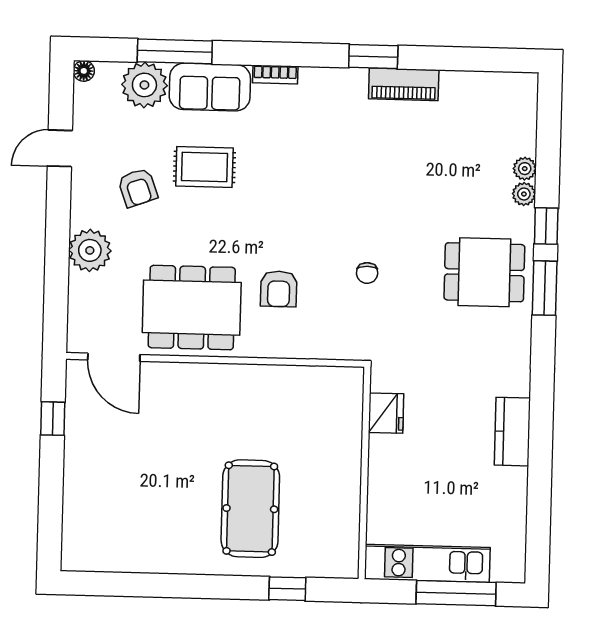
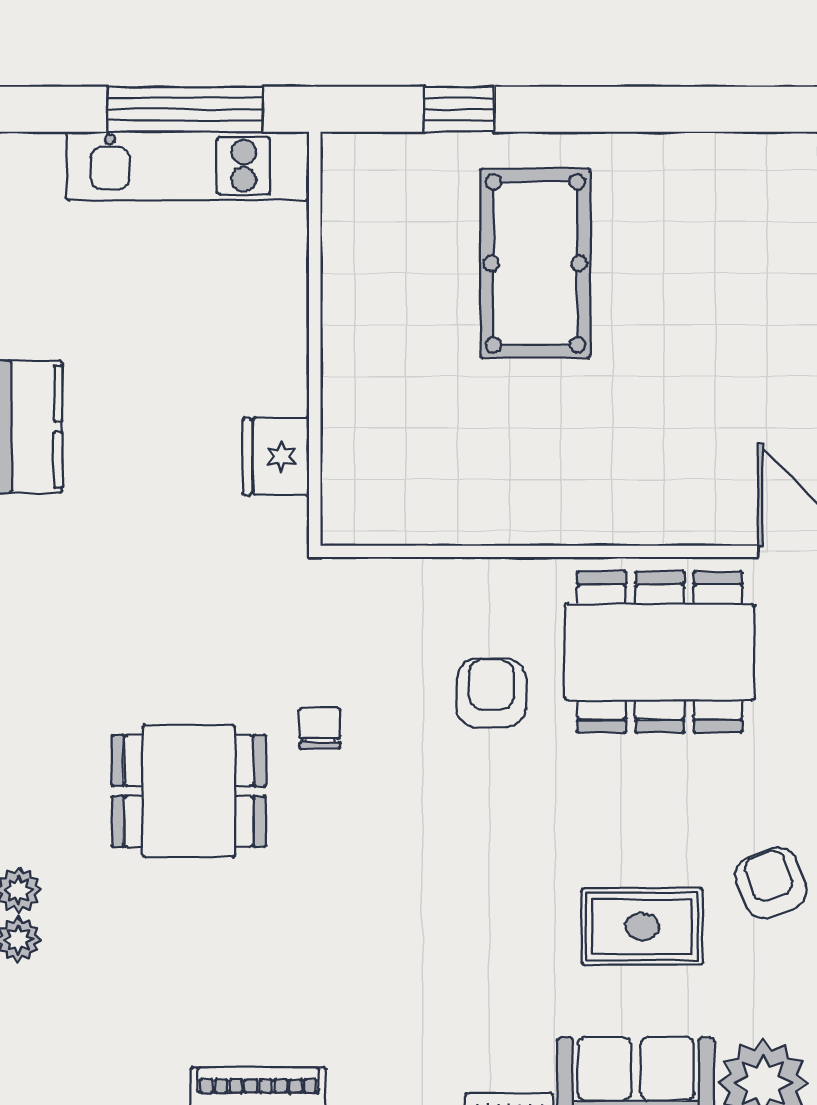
dining table: (484, 272) -> (189, 791), moved
window: (456, 593) -> (185, 109), moved

